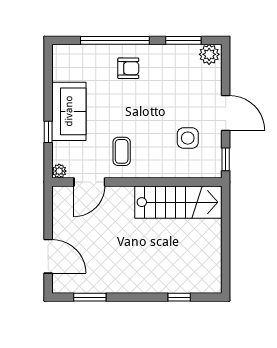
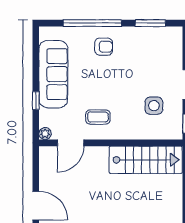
plant: (209, 54) -> (172, 35), removed
sofa: (69, 111) -> (53, 74), width x1.36
coffee table: (122, 151) -> (98, 117), turned 90

